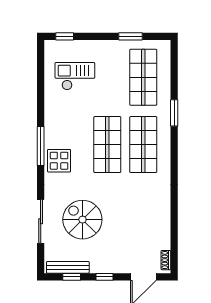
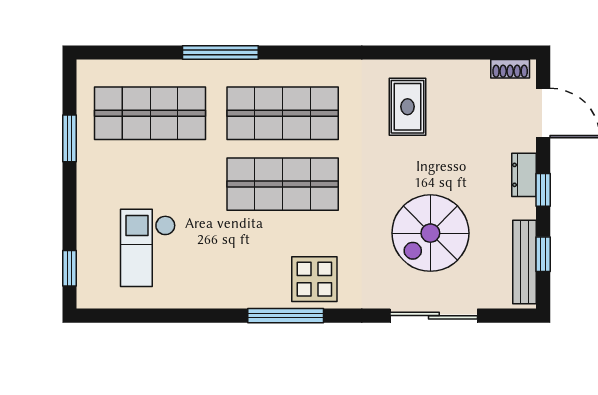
window: (174, 113) -> (220, 53), width x1.44
rug: (147, 208) -> (408, 107), added
dresser: (112, 267) -> (524, 175), added

